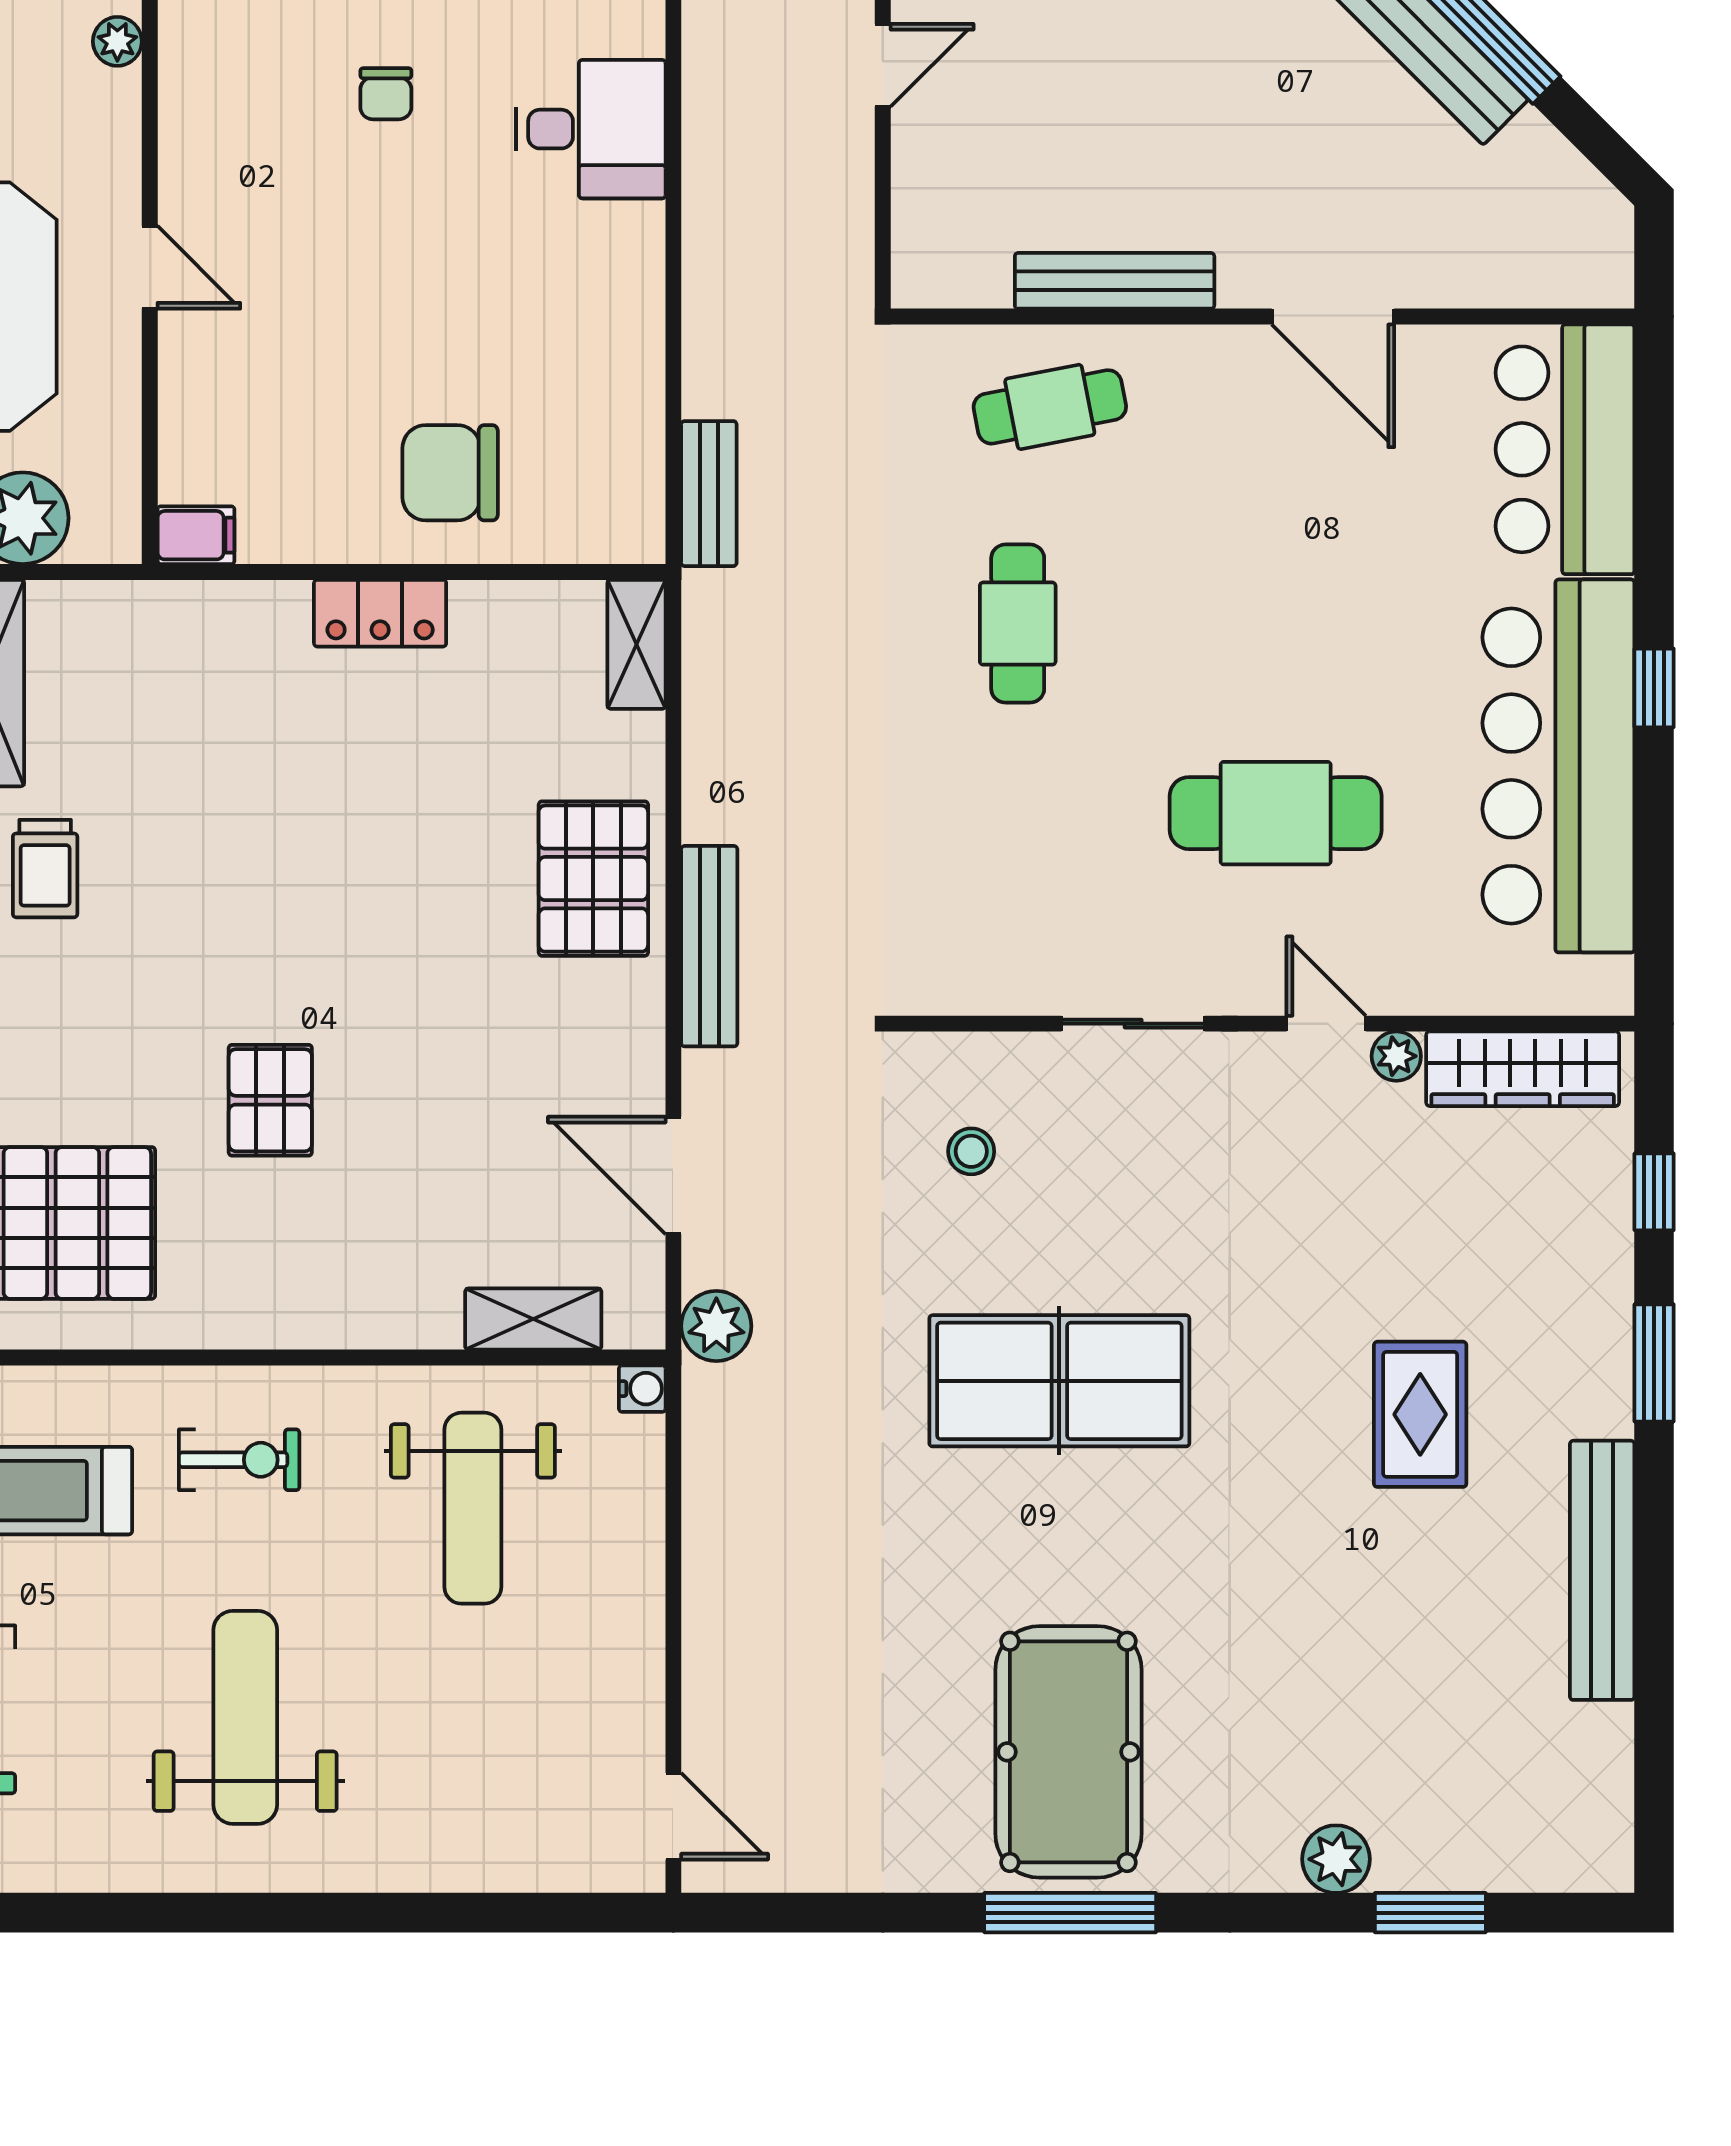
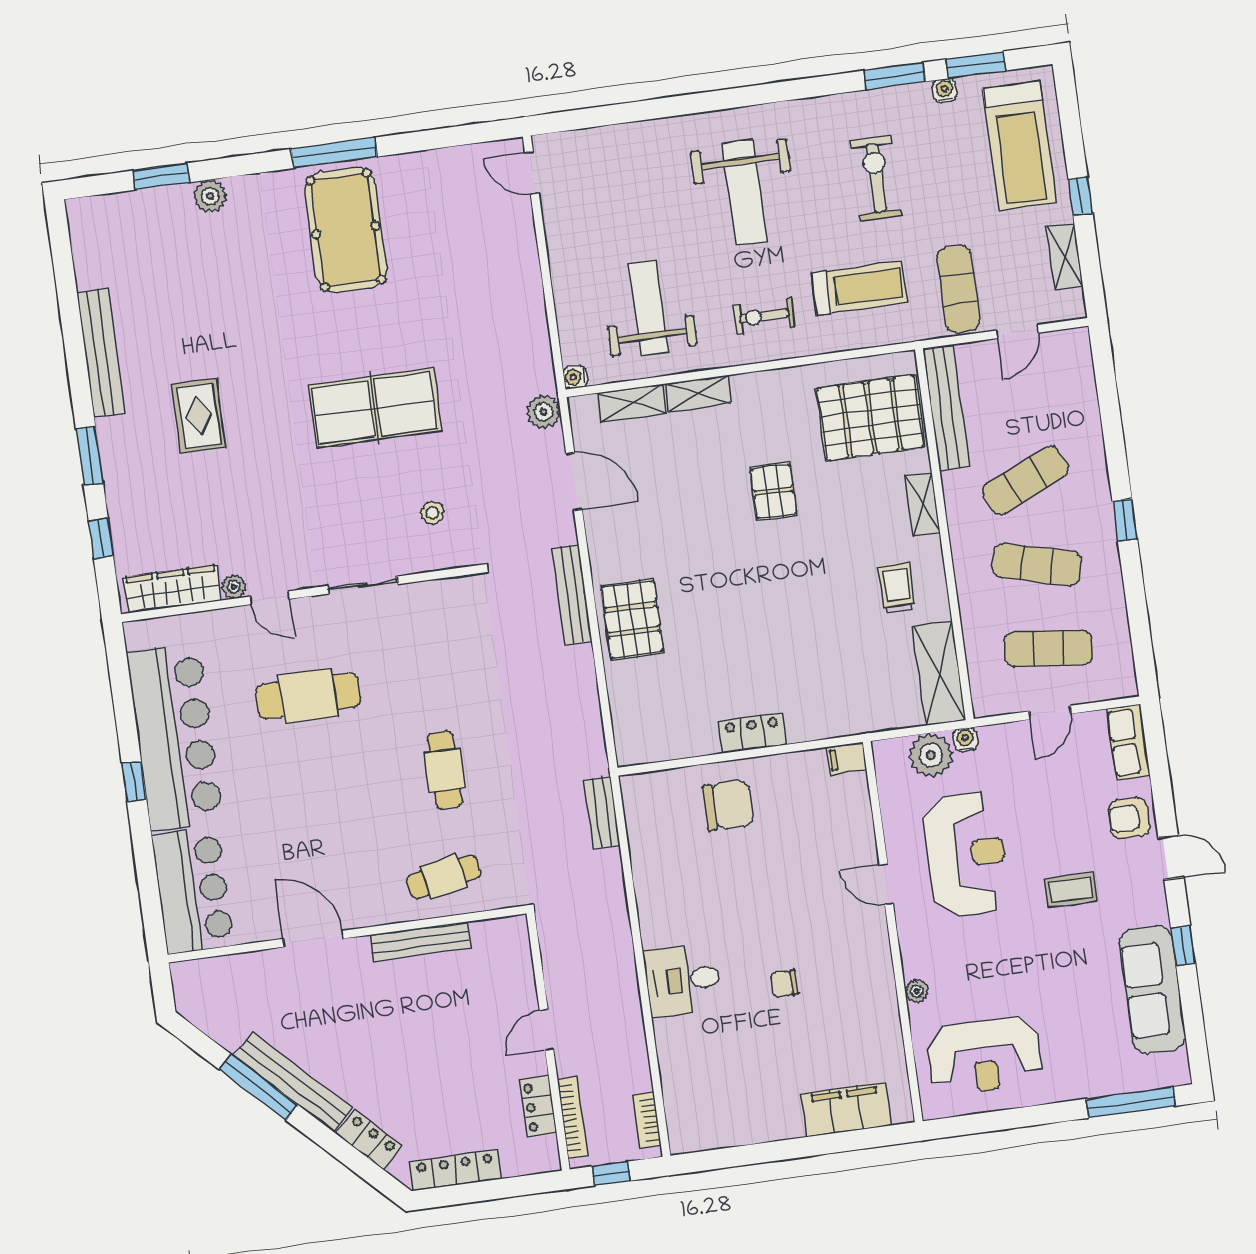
chair: (386, 94) -> (784, 984), turned -90
shelving: (636, 644) -> (698, 393), moved, turned 90

